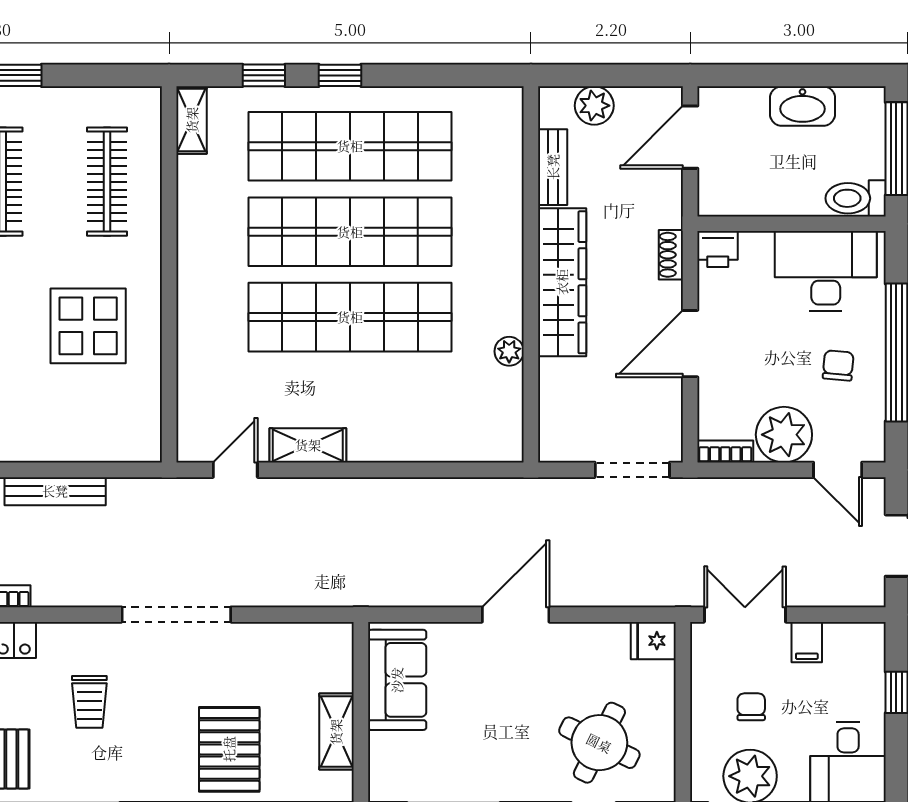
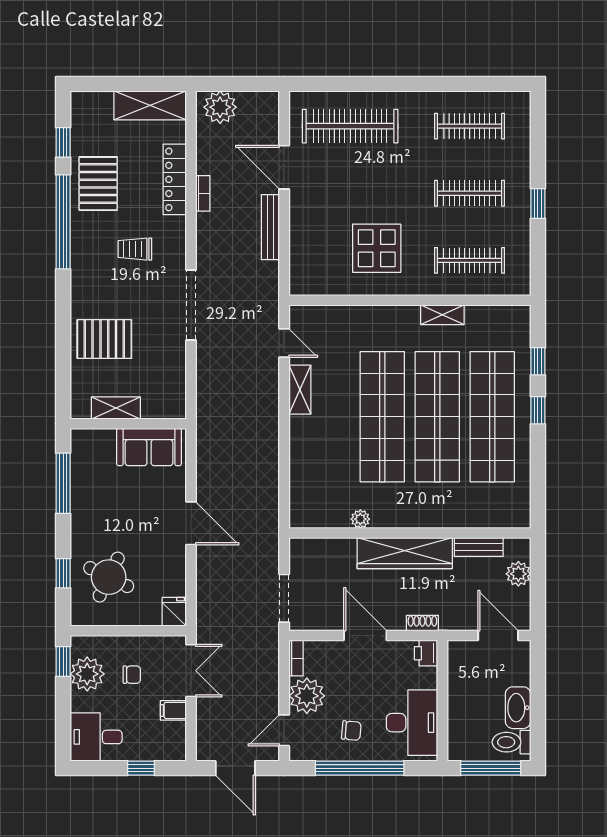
shelving: (192, 120) -> (442, 315), moved
toilet: (856, 198) -> (512, 742), moved, turned -90

